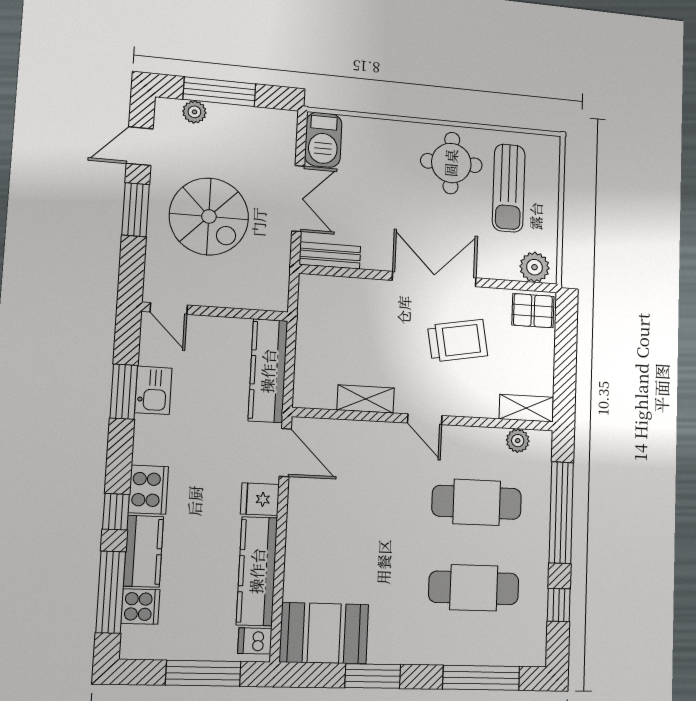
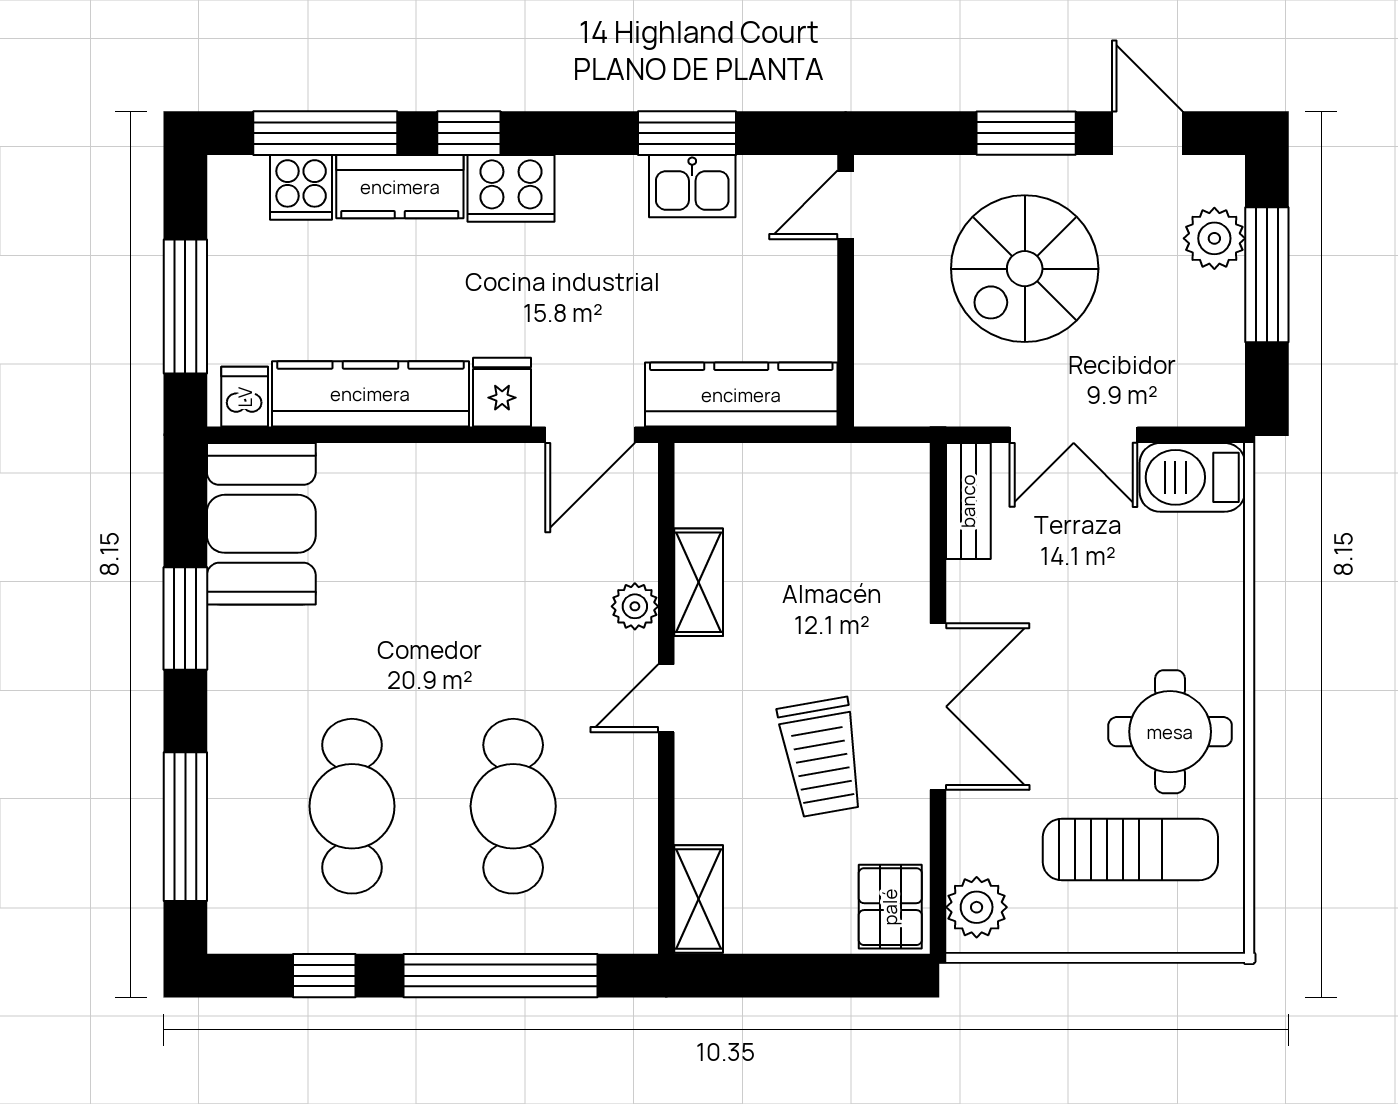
plant: (194, 112) -> (1214, 238), width x1.38, depth x1.38
sun lounger: (509, 188) -> (1130, 850), turned 180
plant: (518, 441) -> (635, 606), moved

